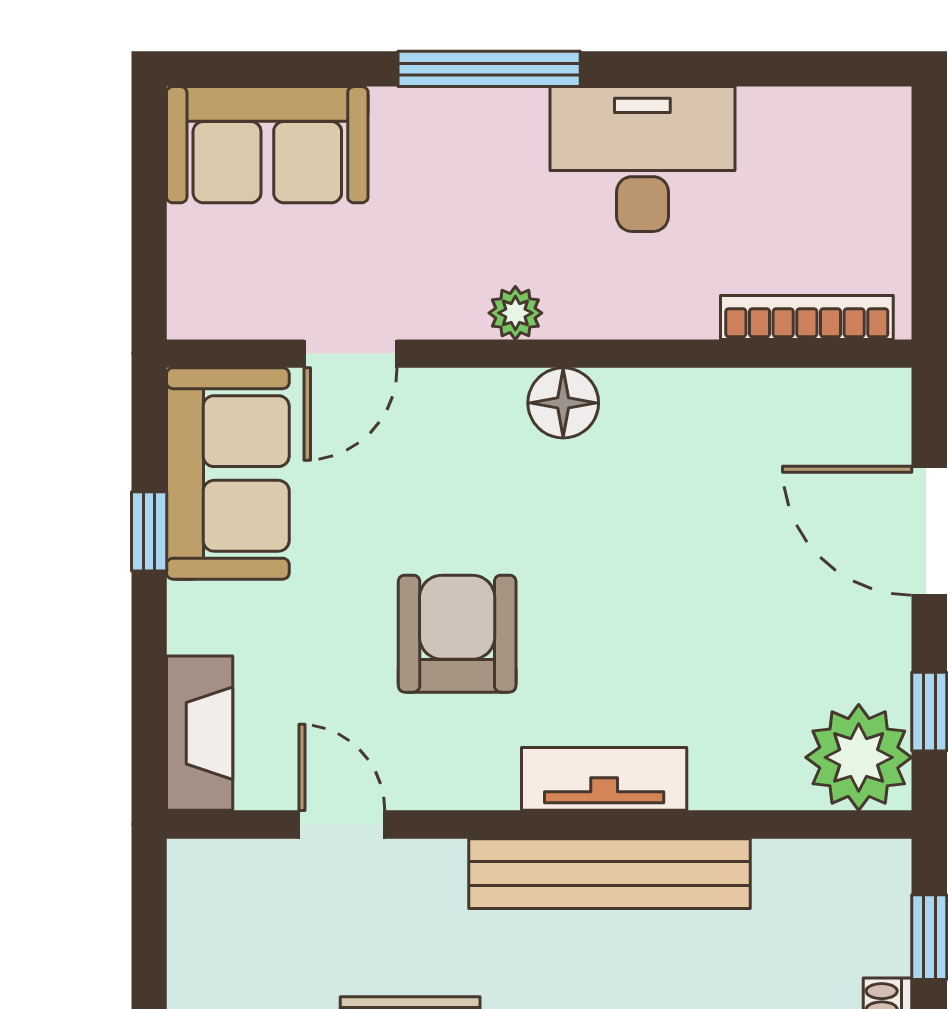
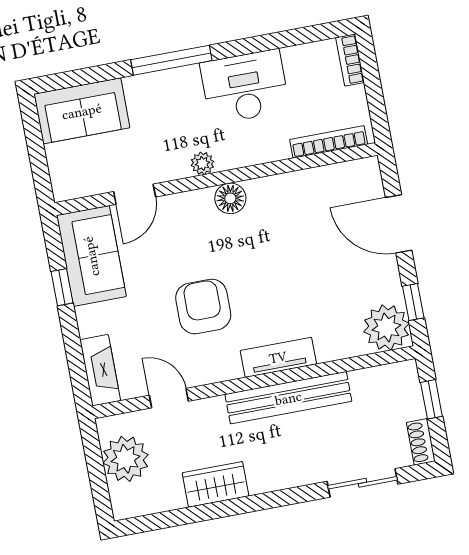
bookcase: (889, 143) -> (350, 60), added
plant: (220, 942) -> (126, 459), added

